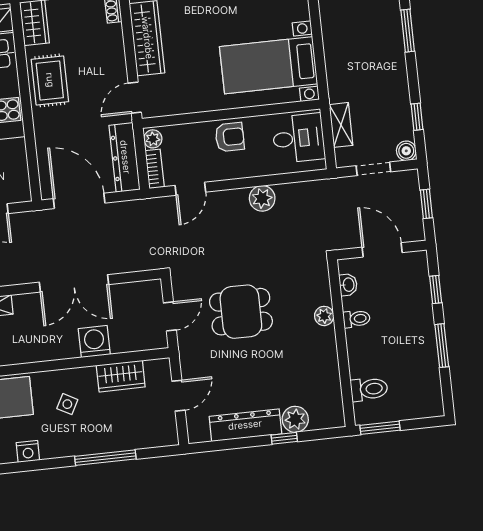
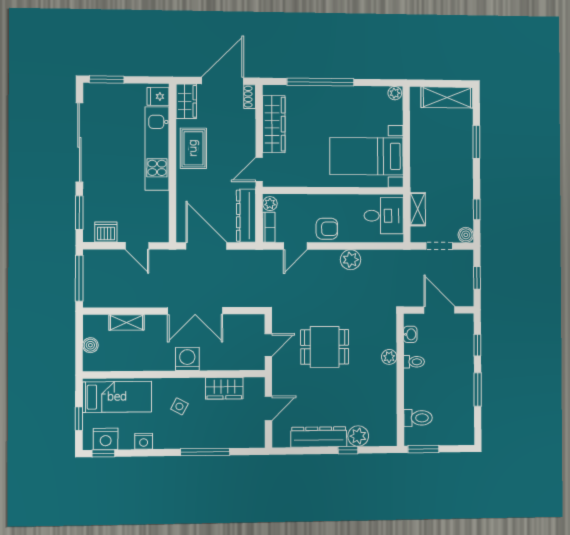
armchair: (230, 137) -> (327, 229), moved
washing machine: (94, 342) -> (187, 359), moved

